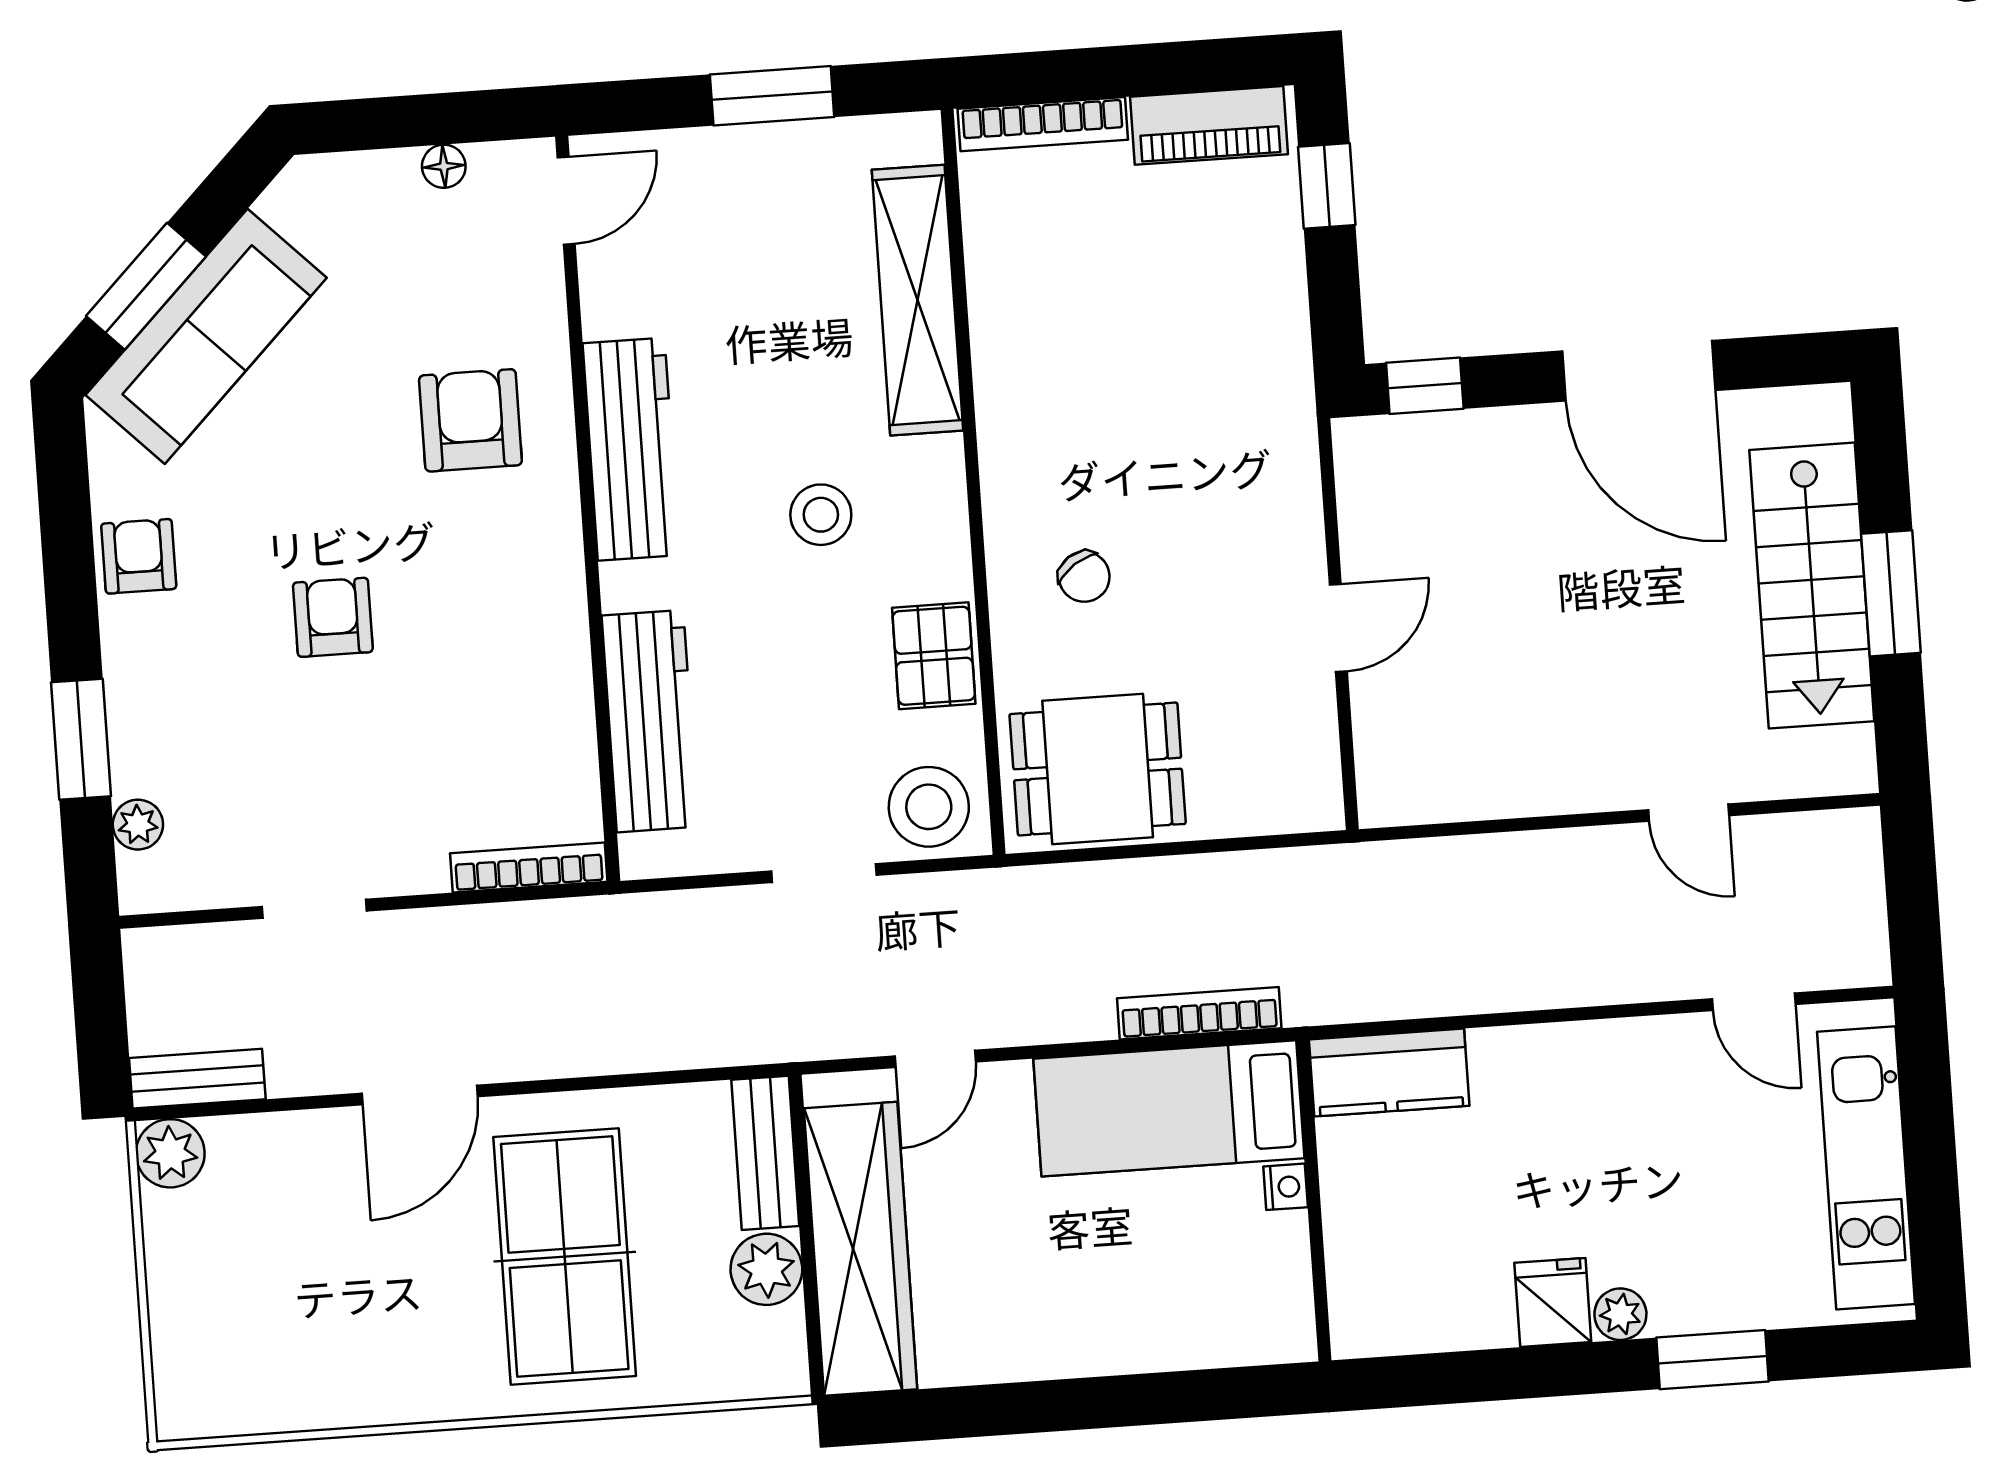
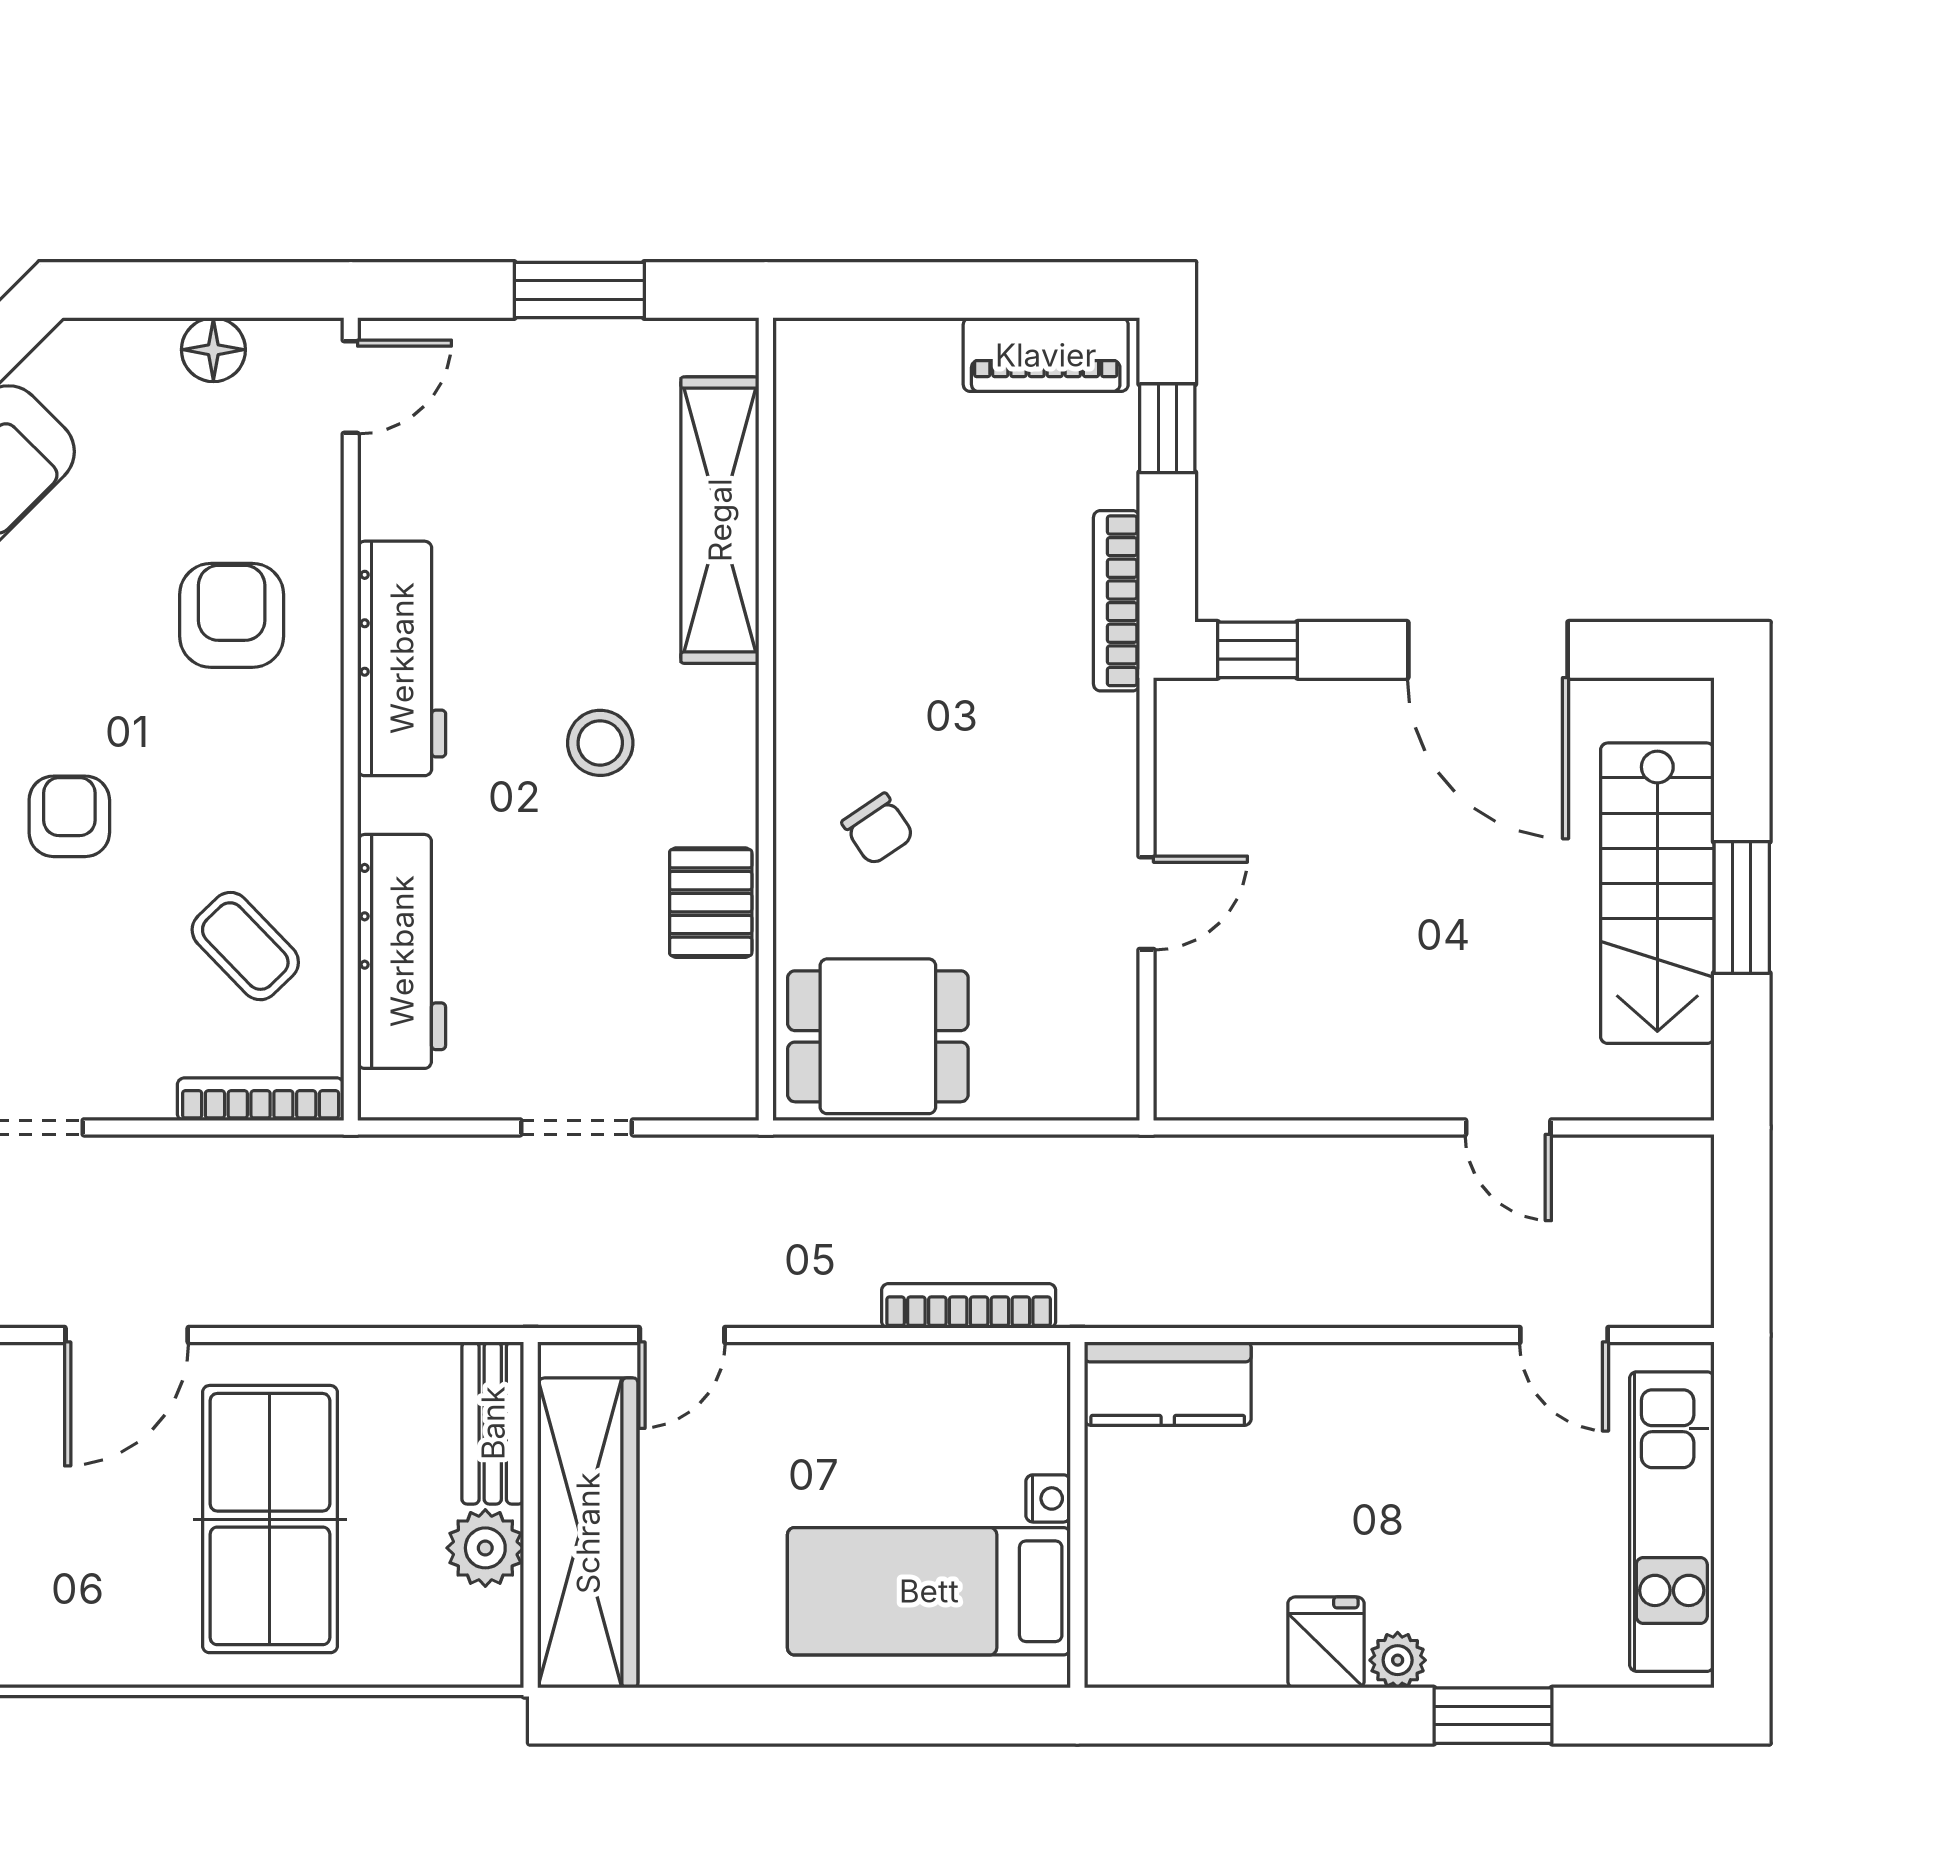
bookcase: (1043, 124) -> (1117, 601), moved, turned 90
floor lamp: (444, 166) -> (213, 350), width x1.37, depth x1.37
coffee table: (505, 726) -> (245, 946), added
stool: (929, 807) -> (694, 1064), removed
bed: (1169, 1108) -> (929, 1591), moved

